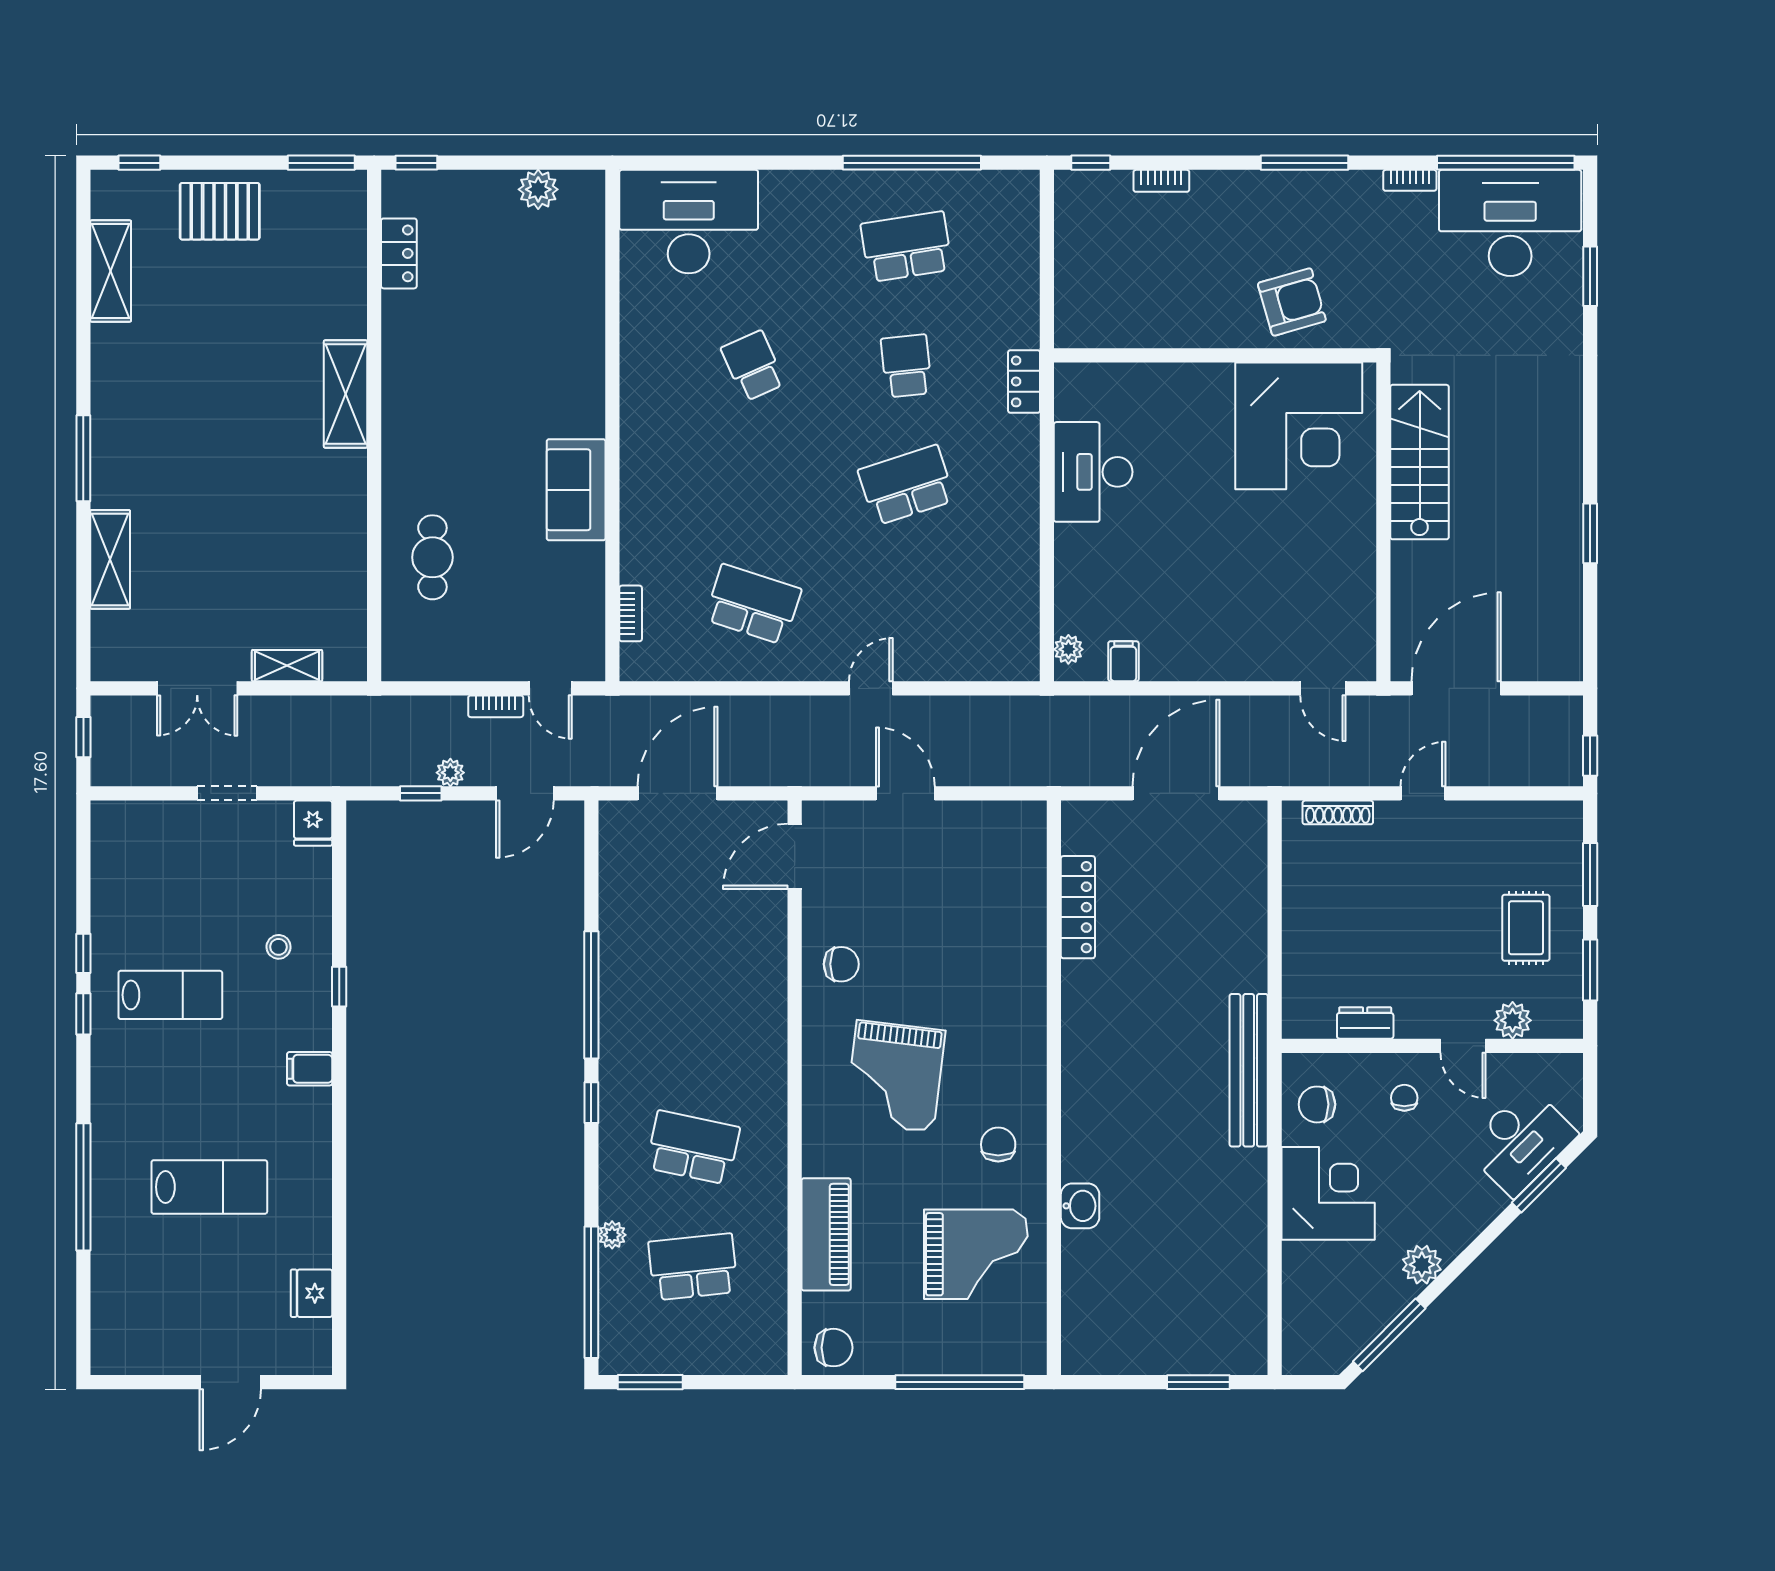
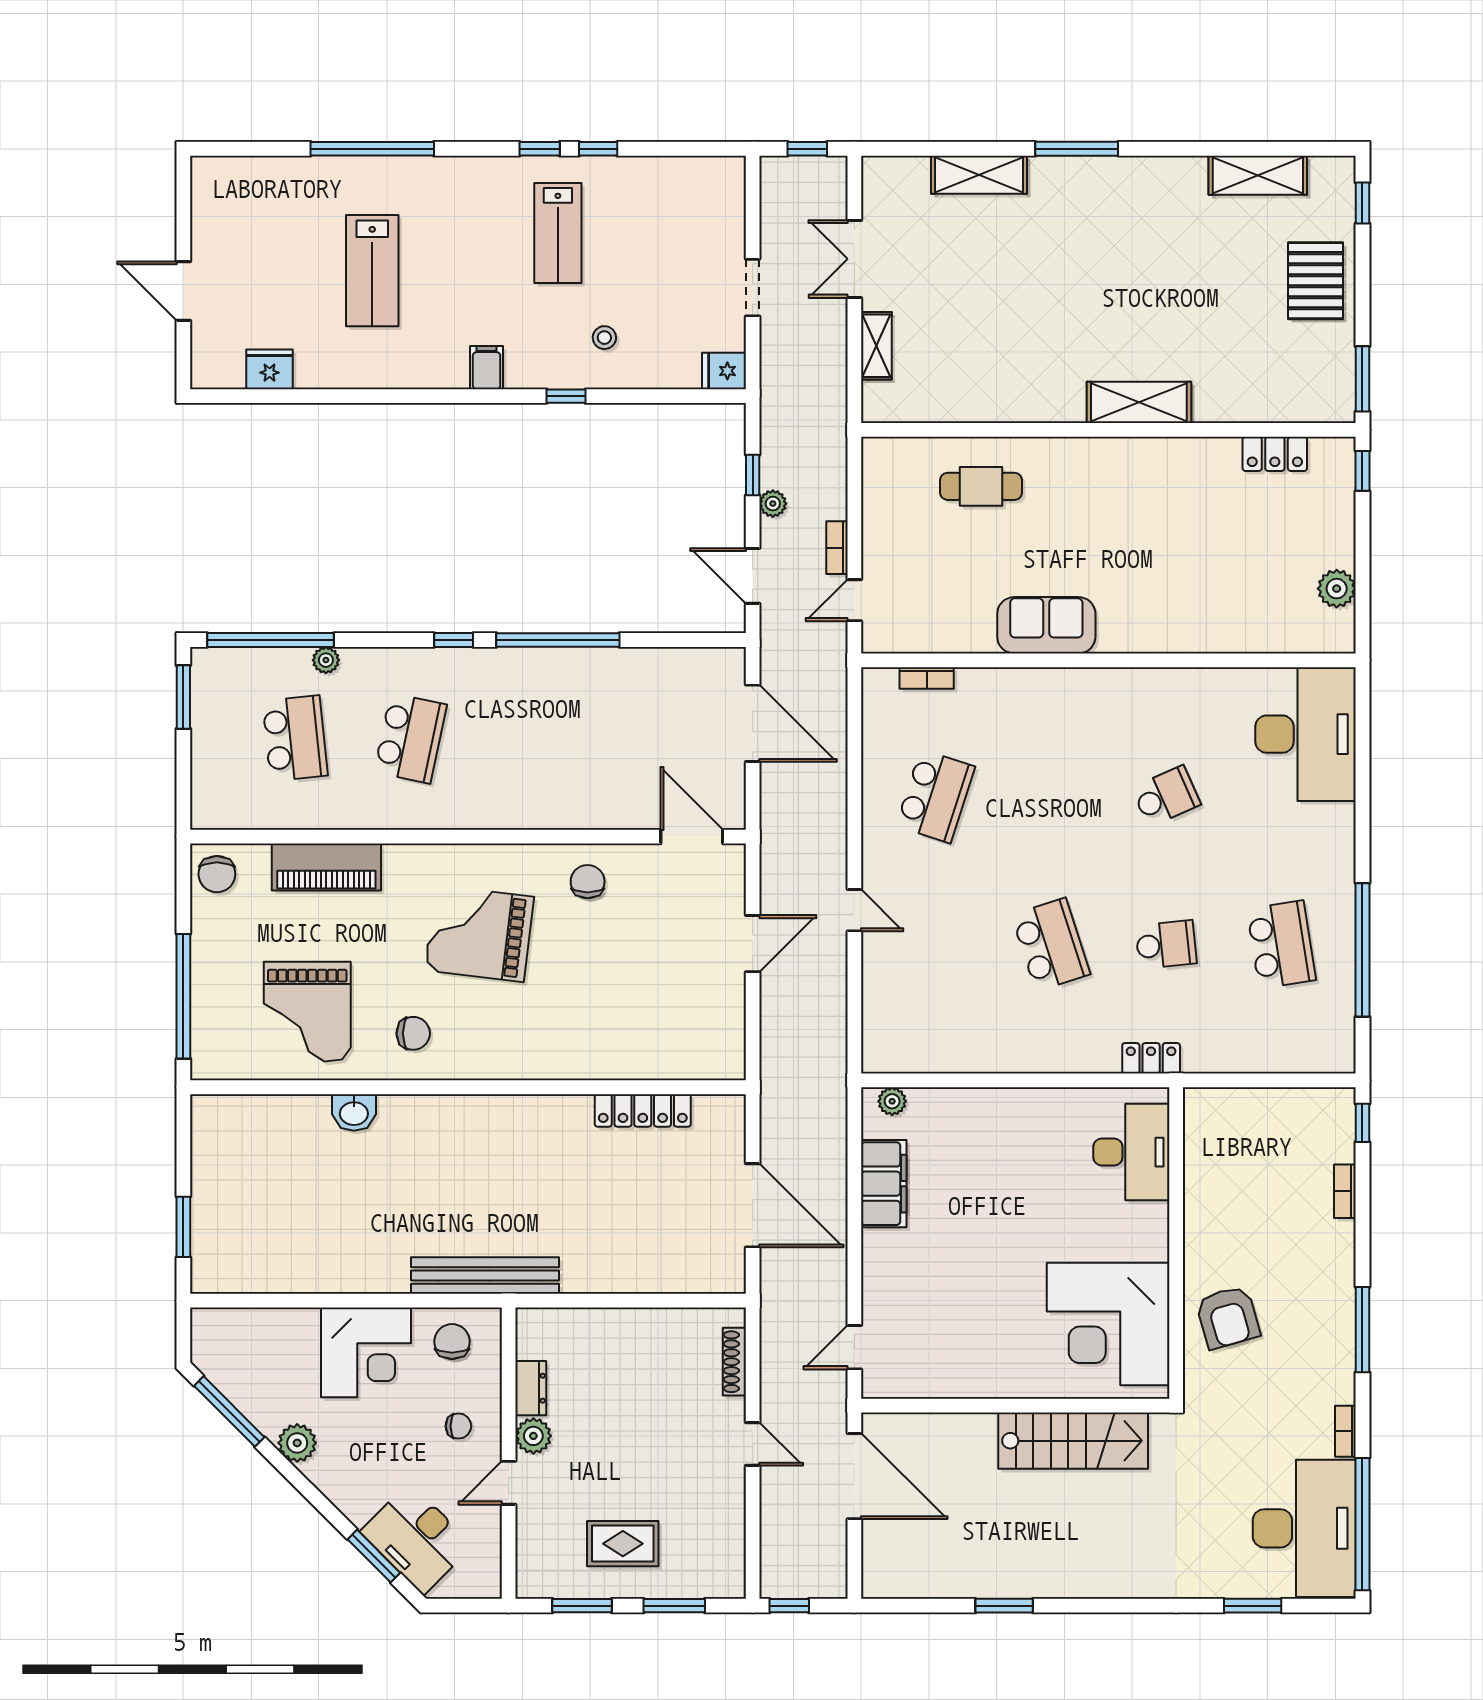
desk: (1093, 472) -> (1131, 1152), moved, turned 90
filing cabinet: (1123, 661) -> (884, 1184), width x3.00, depth x1.17
chair: (841, 964) -> (588, 882), turned 180
plant: (1513, 1020) -> (533, 1436), moved

